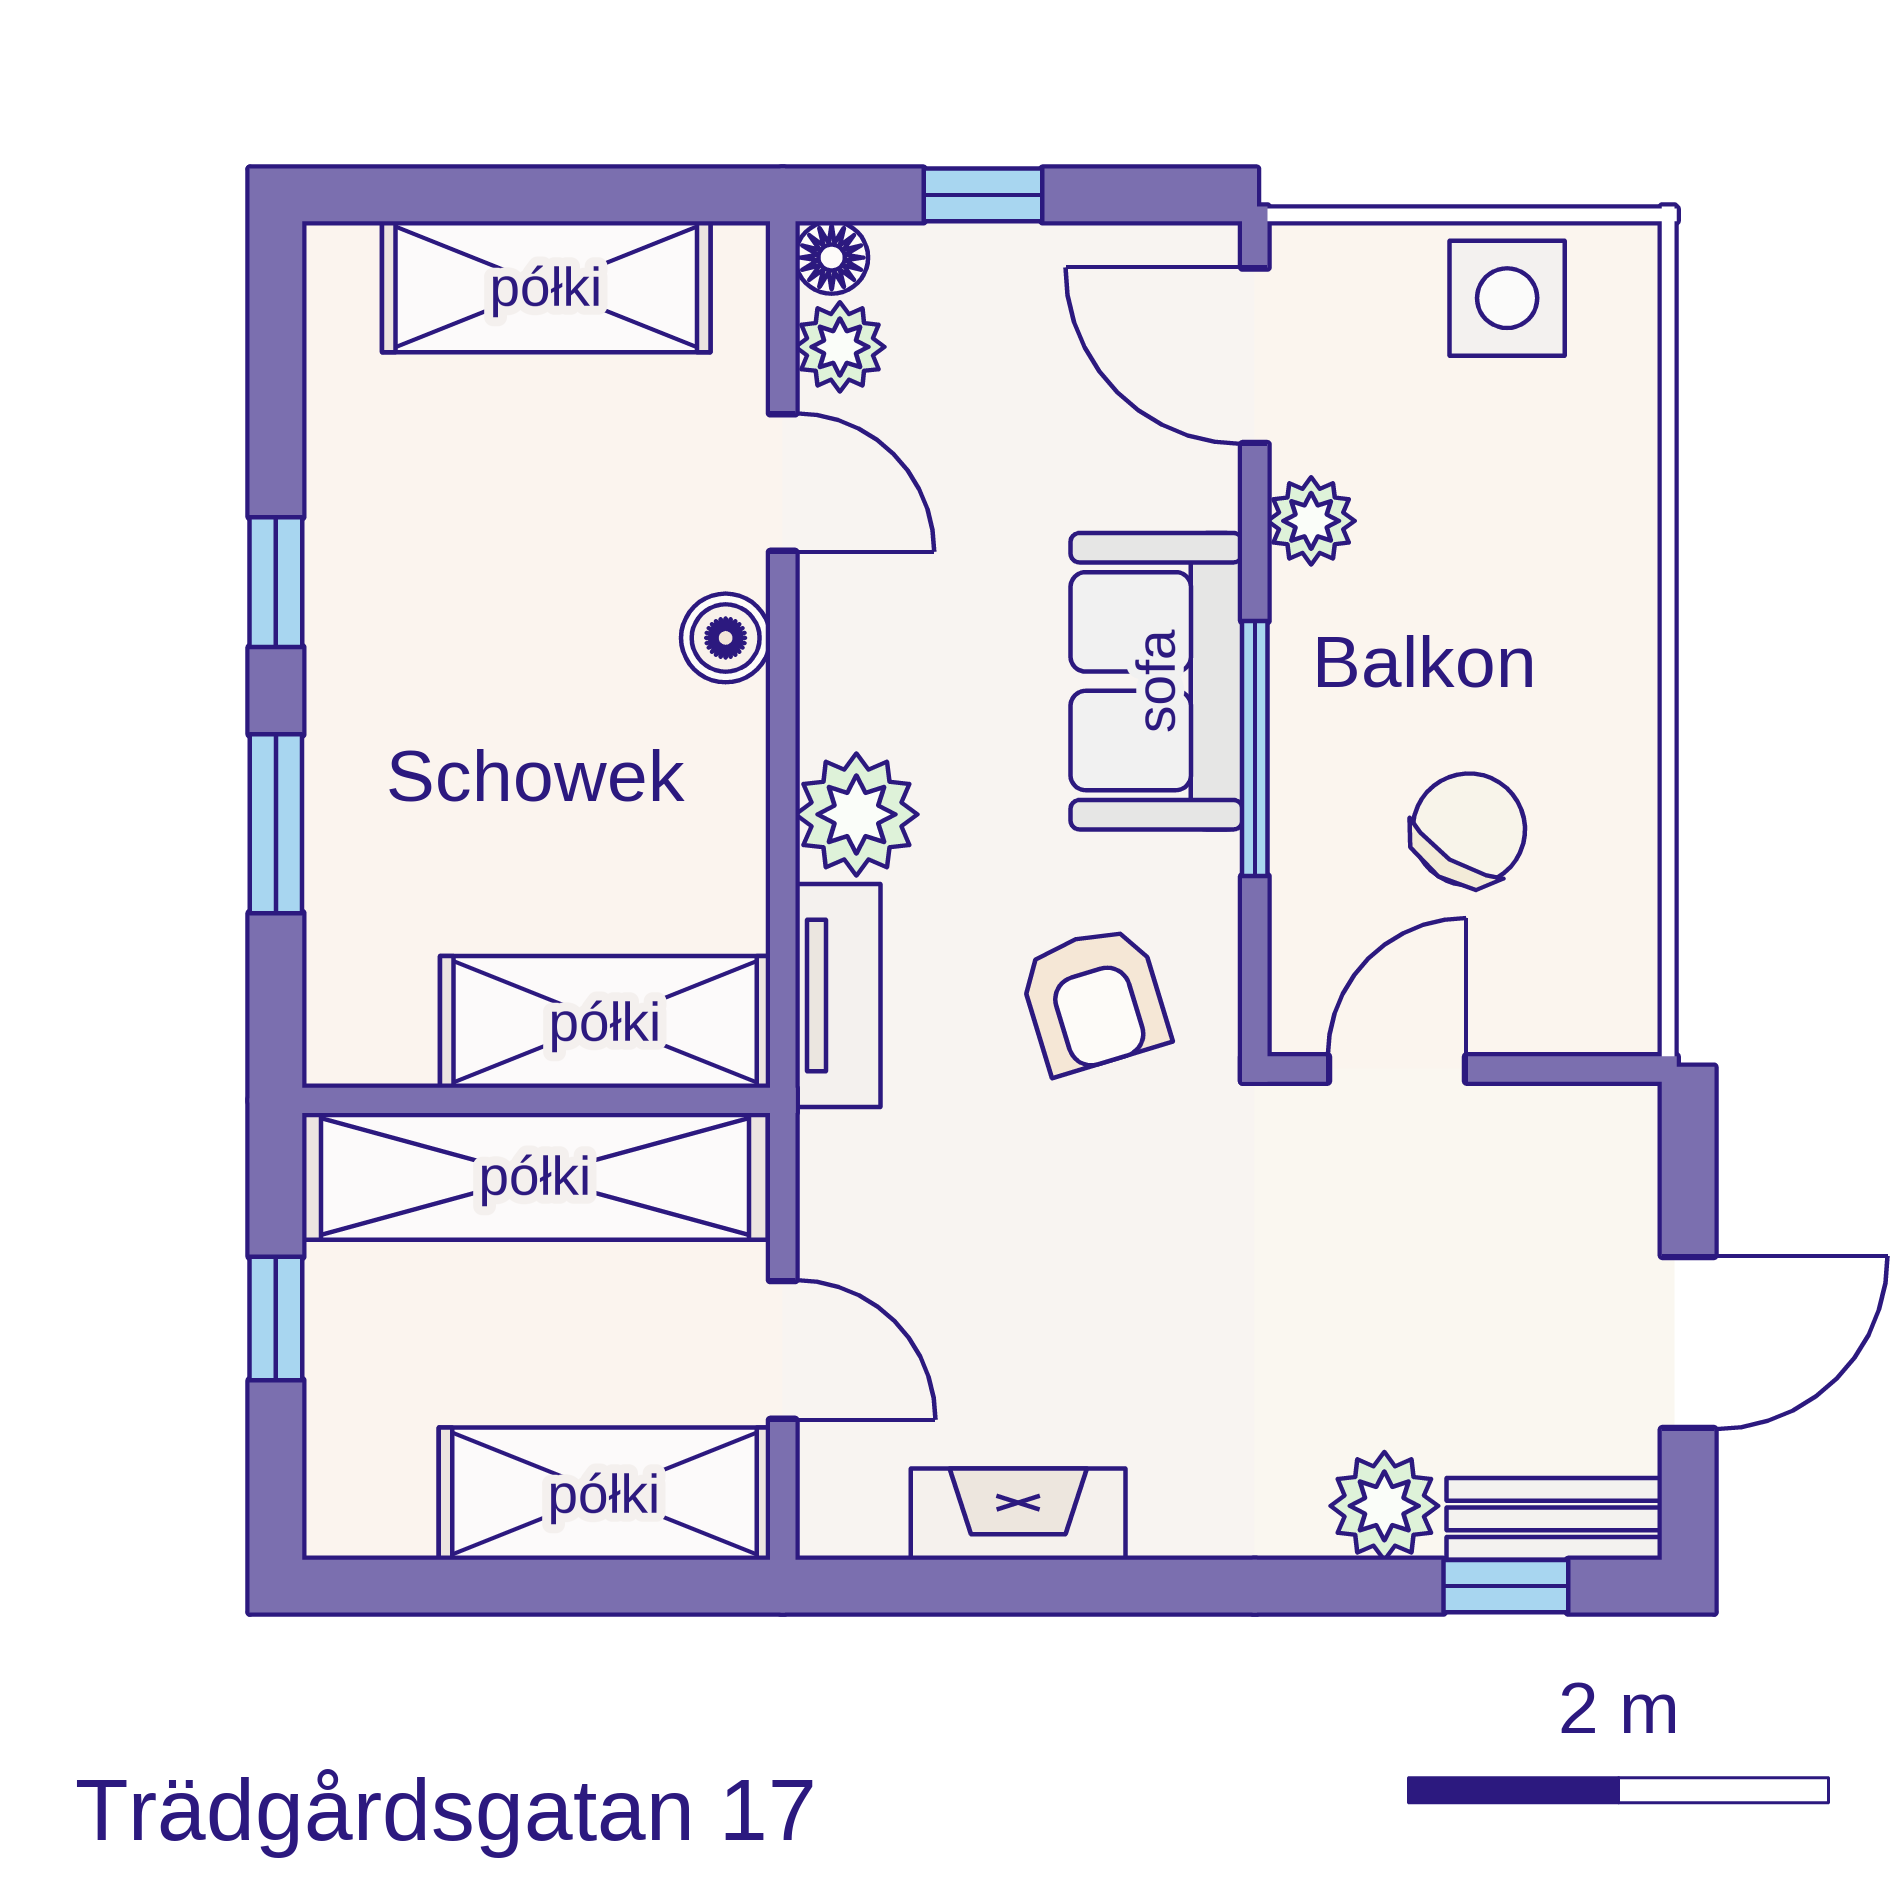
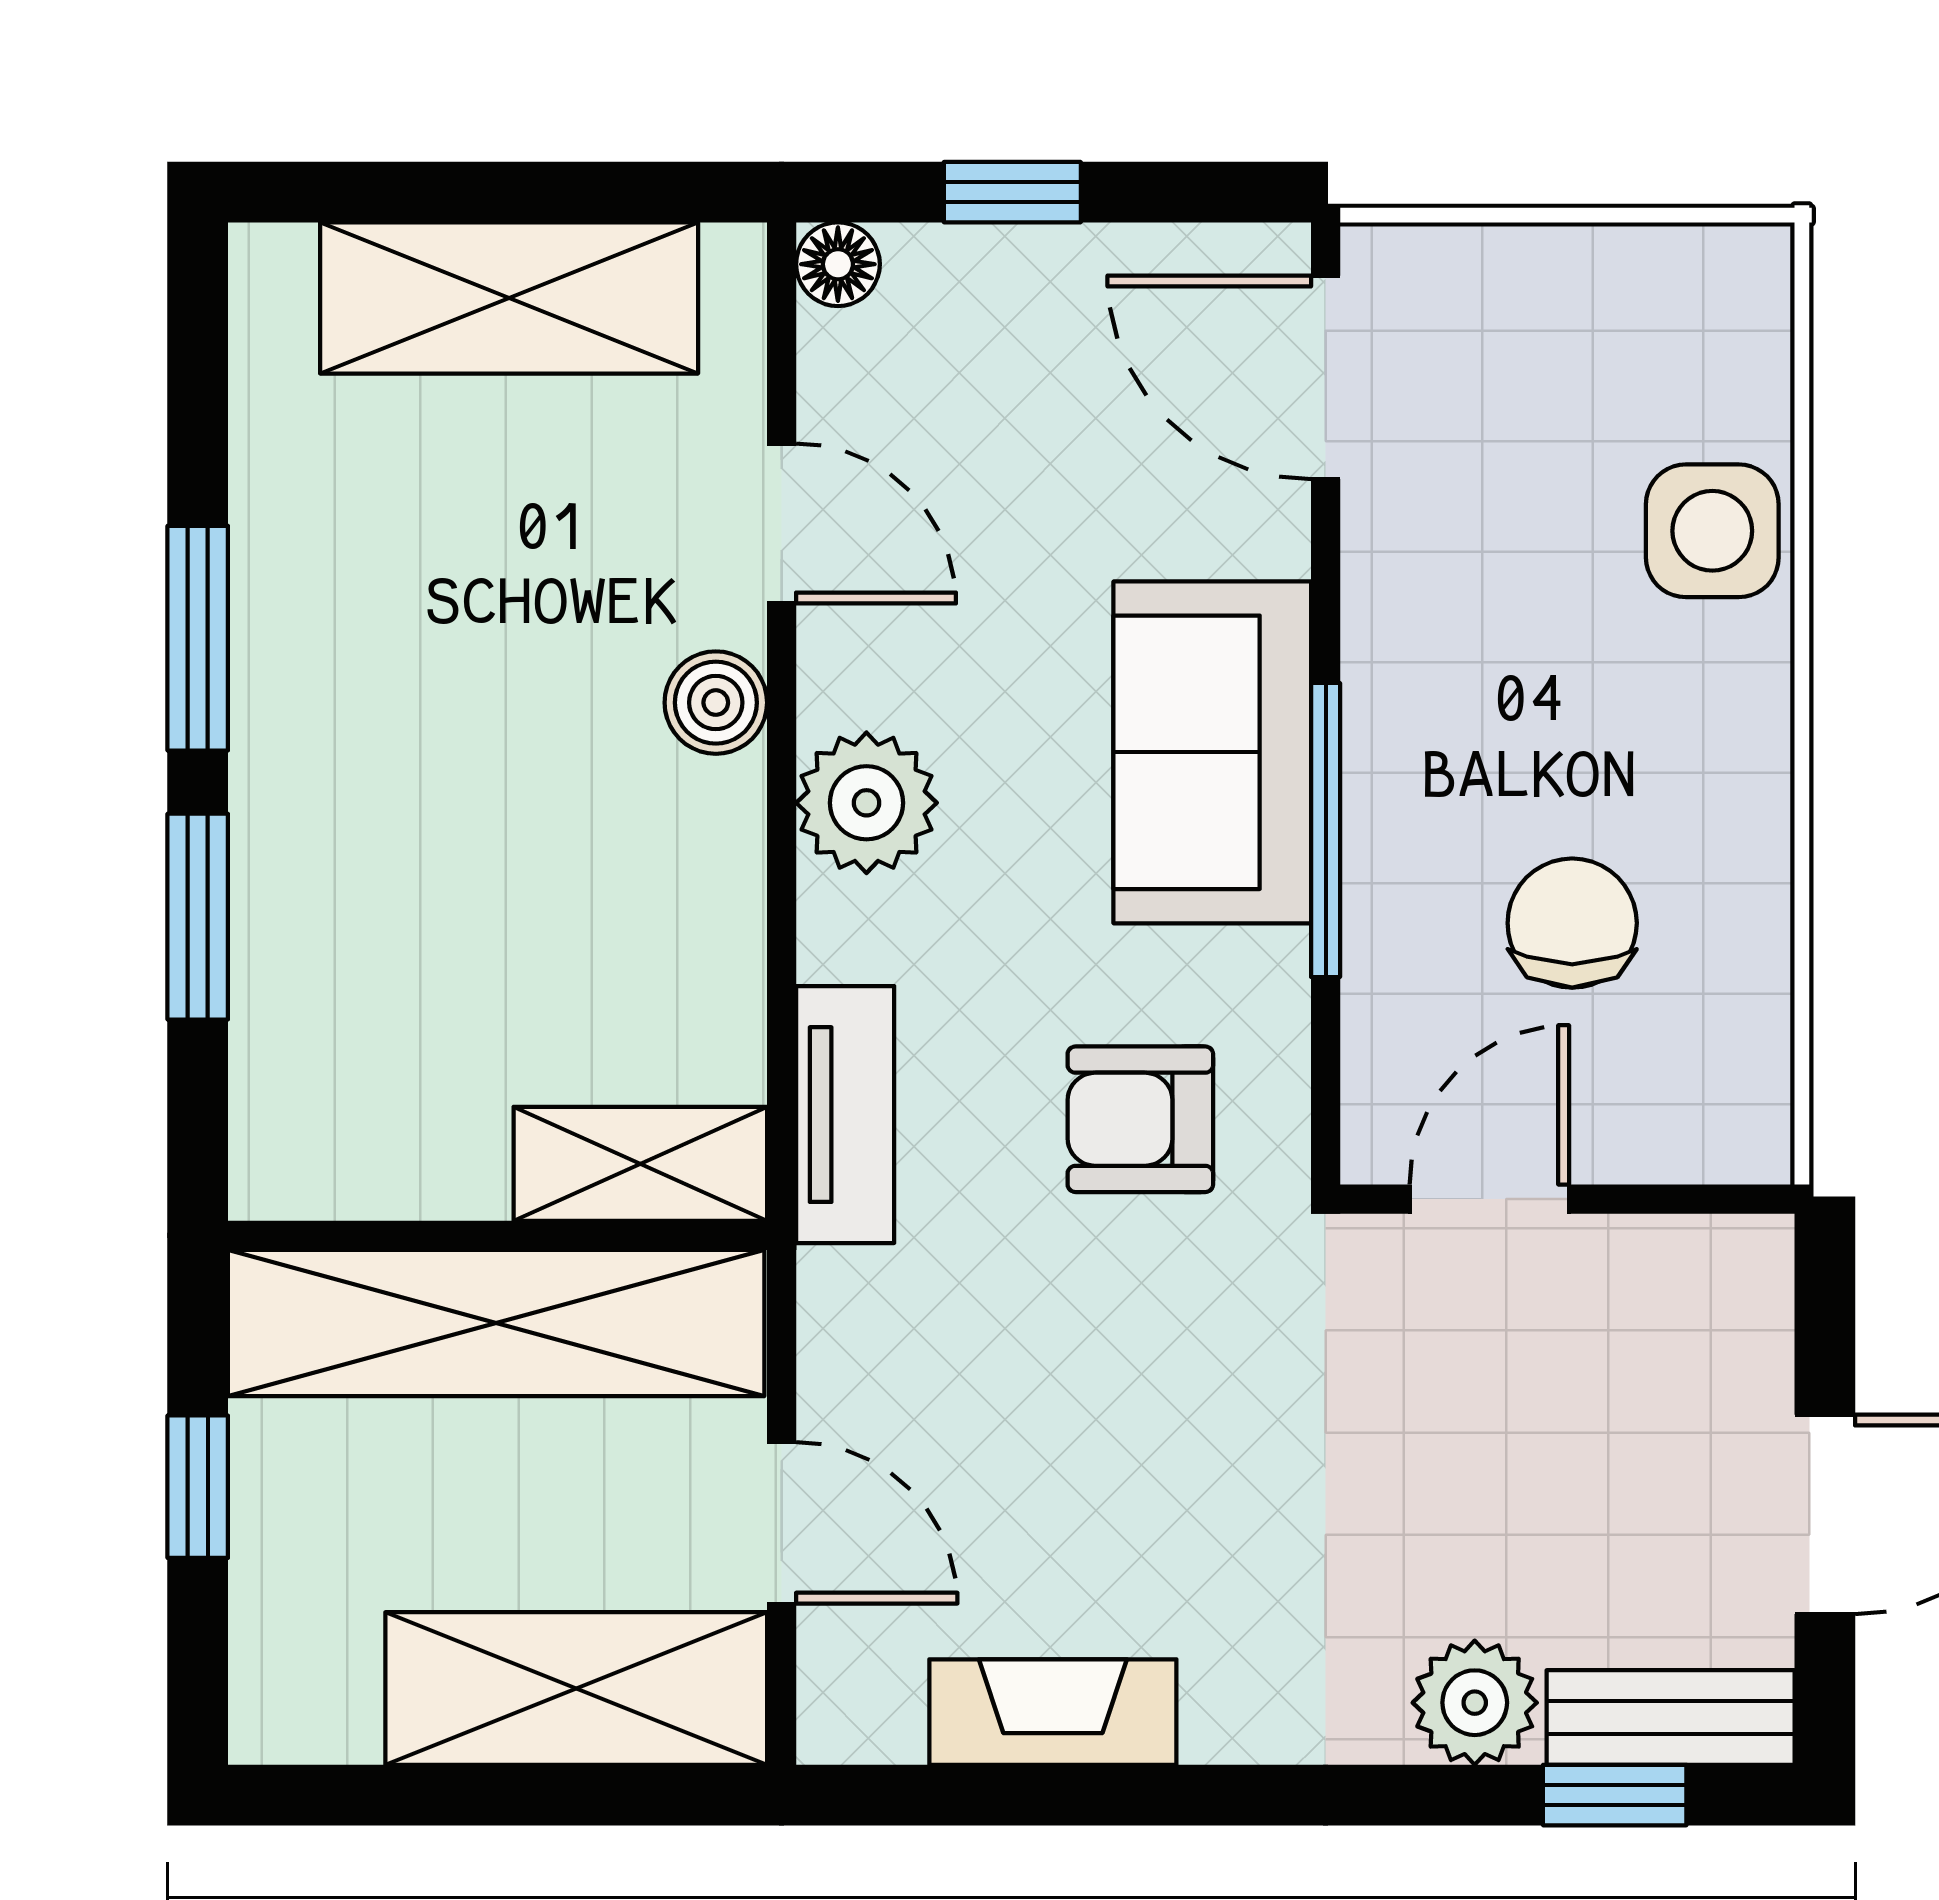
side table: (1507, 298) -> (1712, 531), moved
plant: (840, 347) -> (848, 367), removed
plant: (1311, 521) -> (1390, 568), removed
window: (276, 582) -> (198, 638), width x1.50
plant: (856, 814) -> (866, 803), moved
chair: (1469, 829) -> (1572, 923), turned -33
armchair: (1094, 1000) -> (1140, 1119), turned 107
shelving: (605, 1022) -> (640, 1164), width x0.67, depth x0.75

